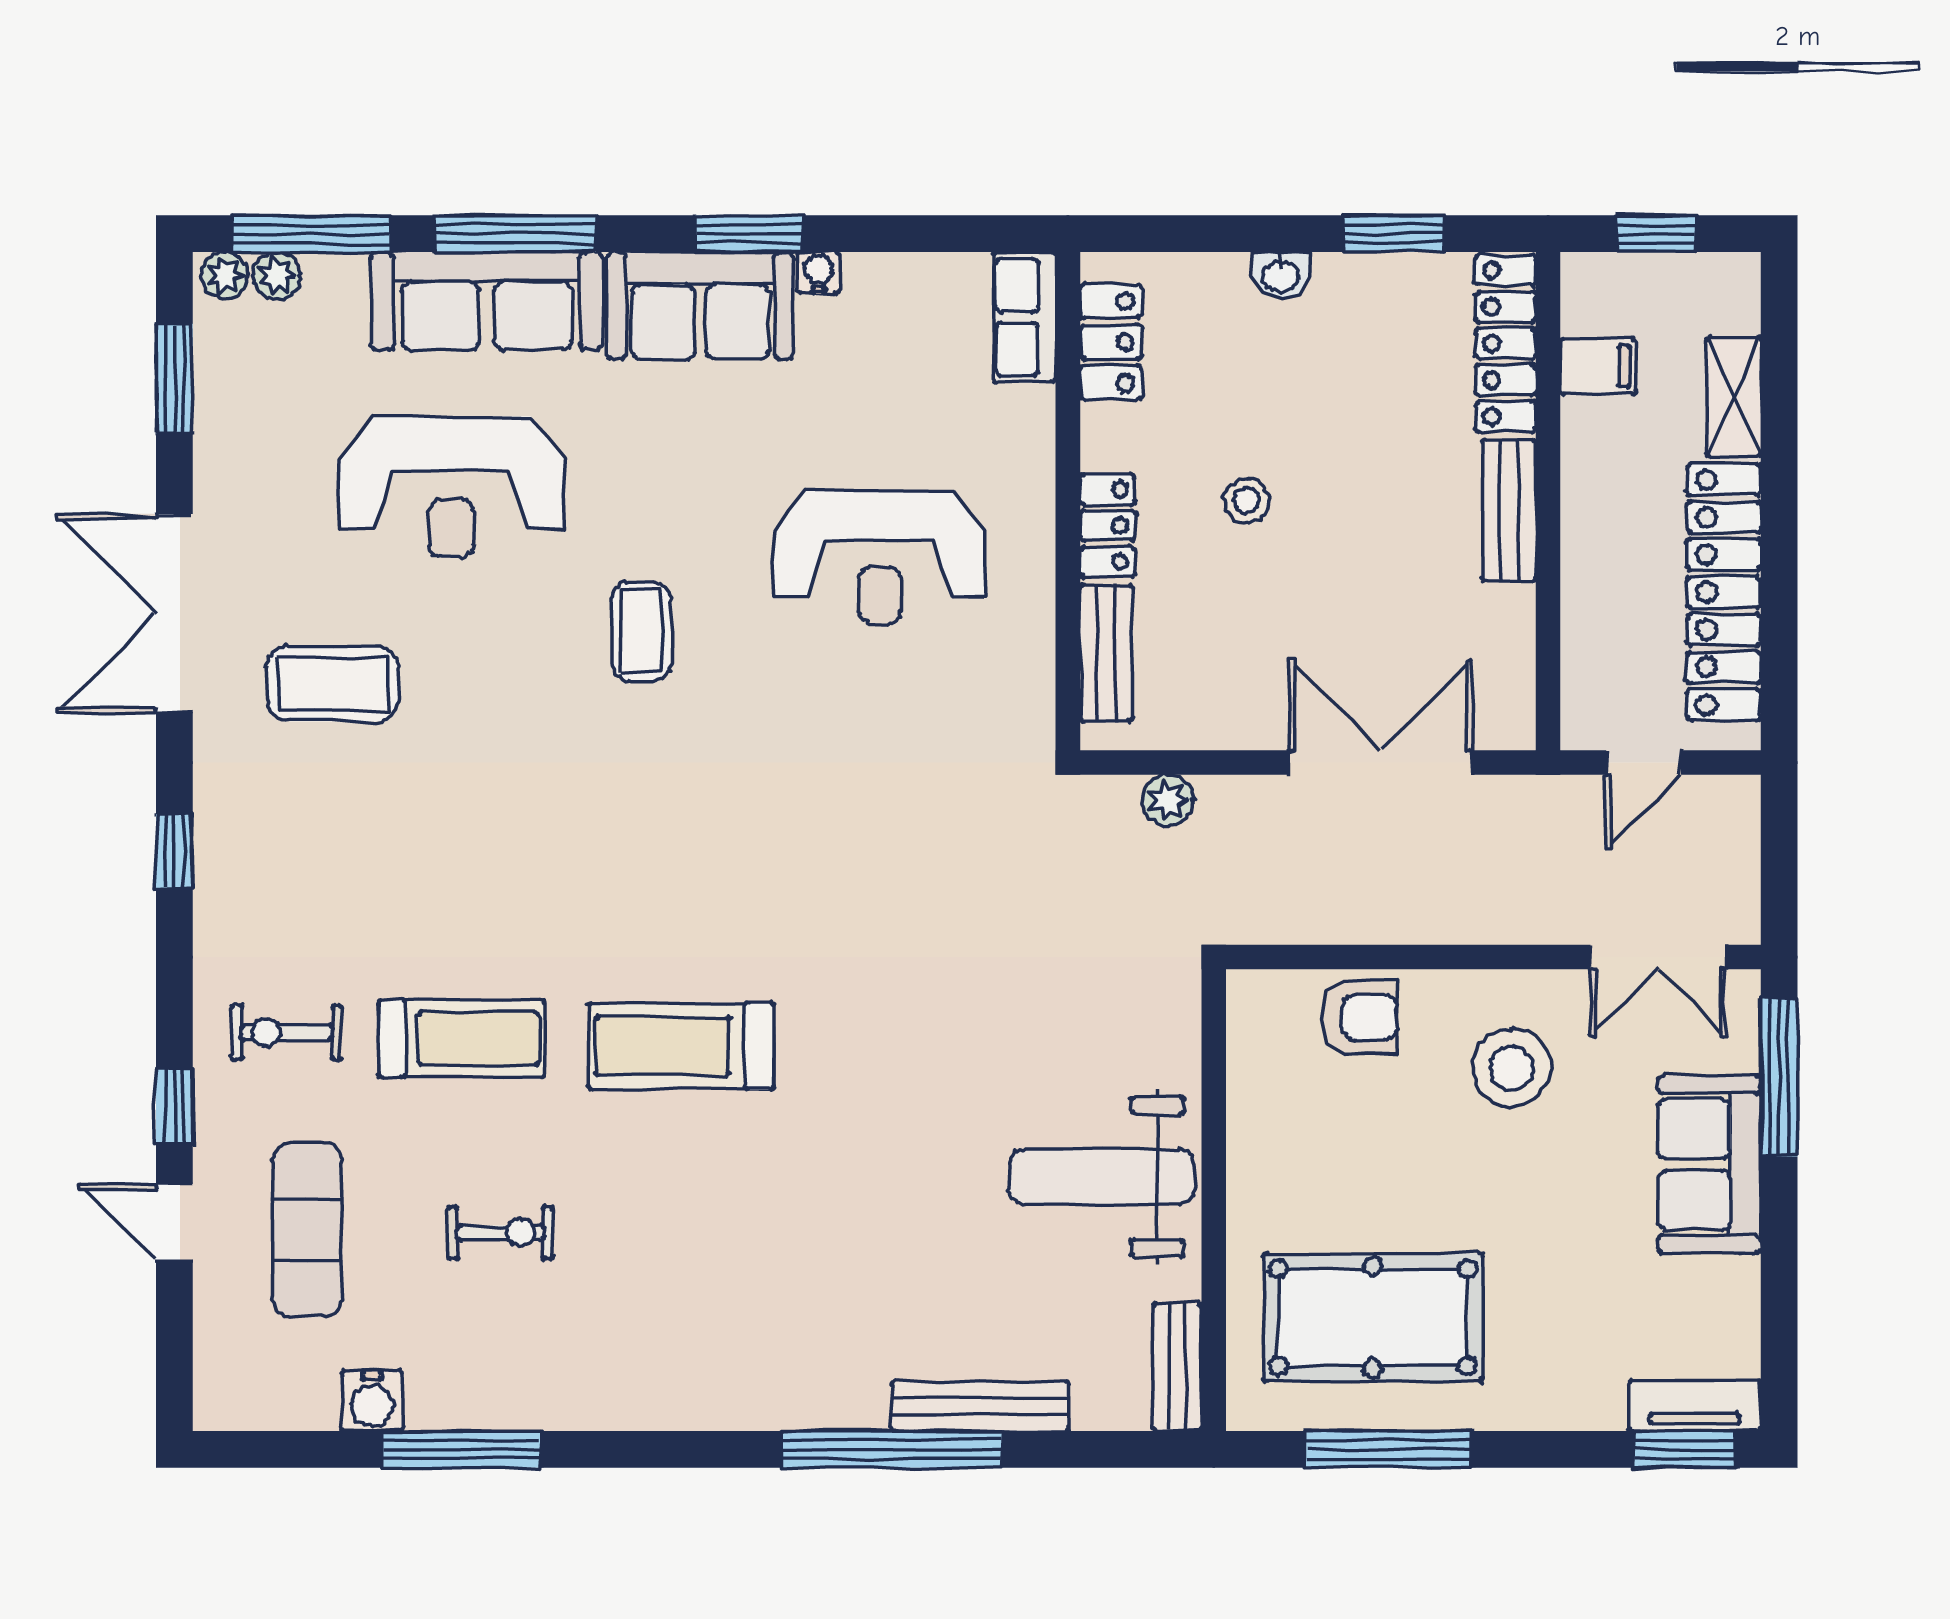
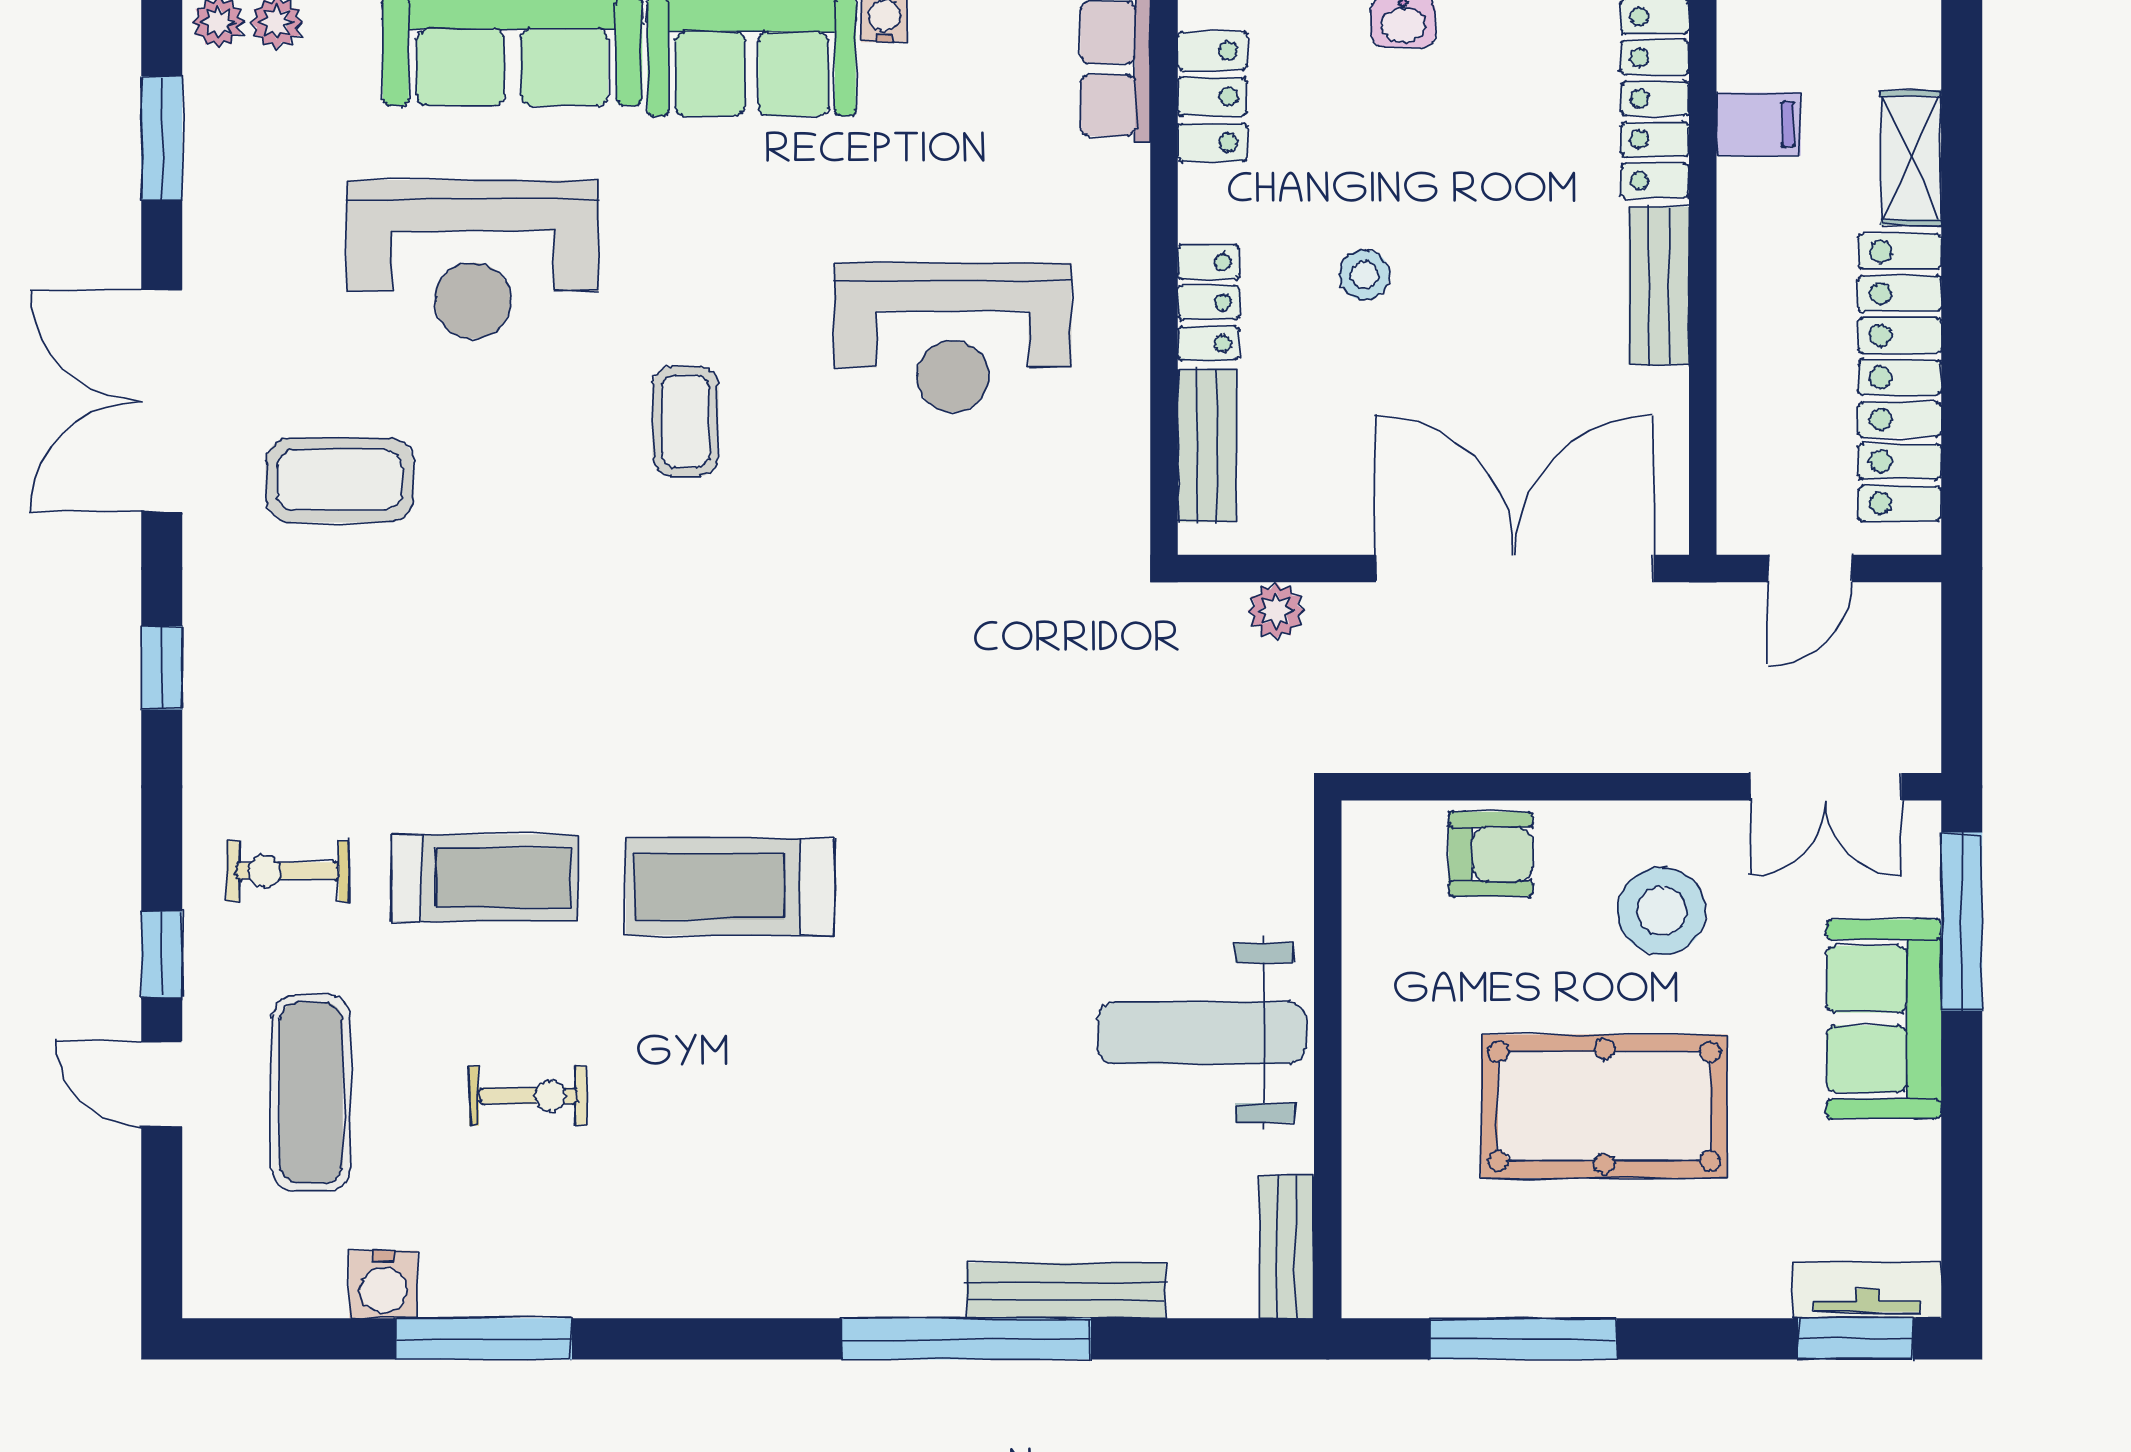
double door: (1381, 763) -> (1515, 568), width x1.36
pool table: (1373, 1317) -> (1604, 1106), moved

